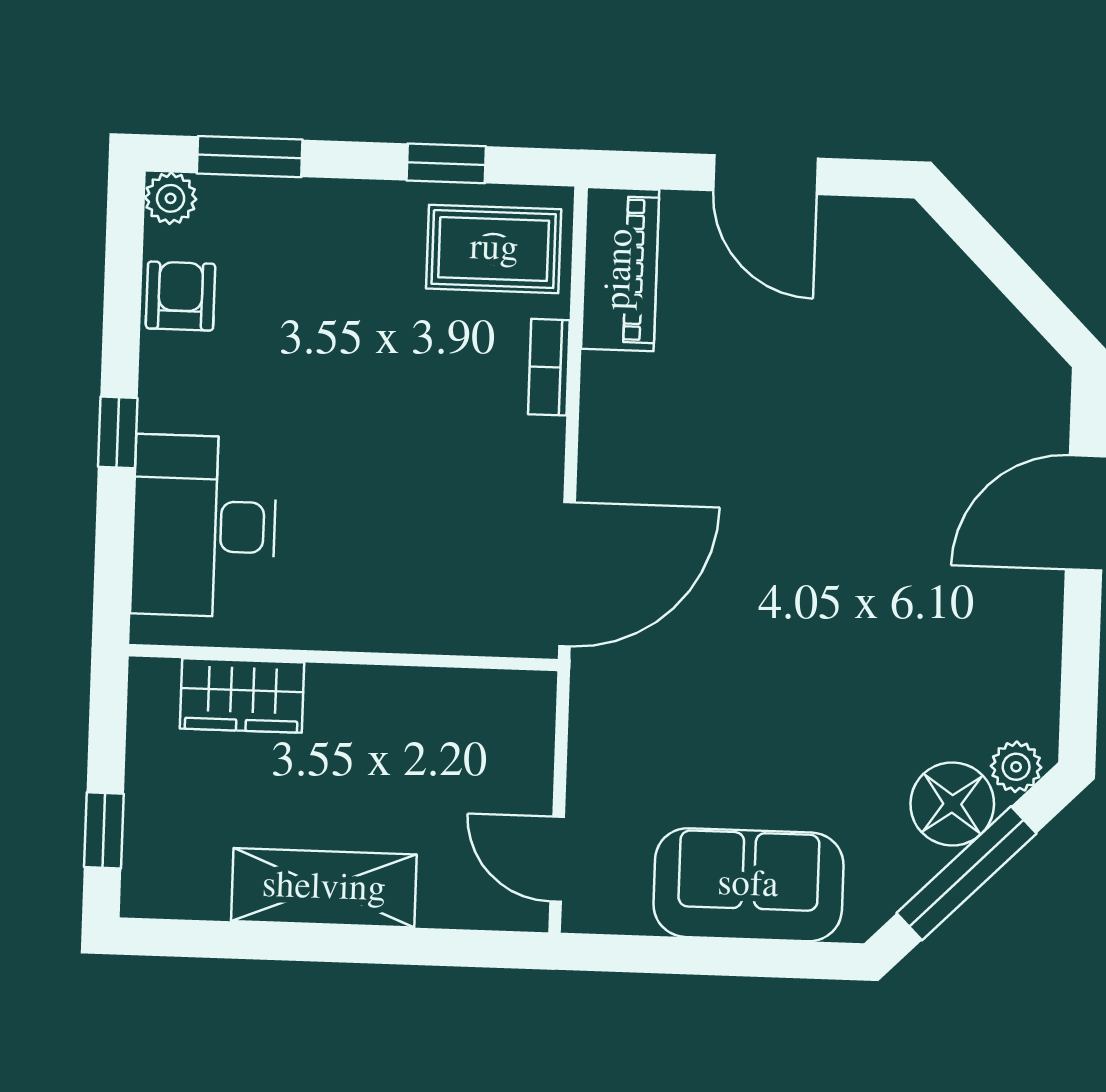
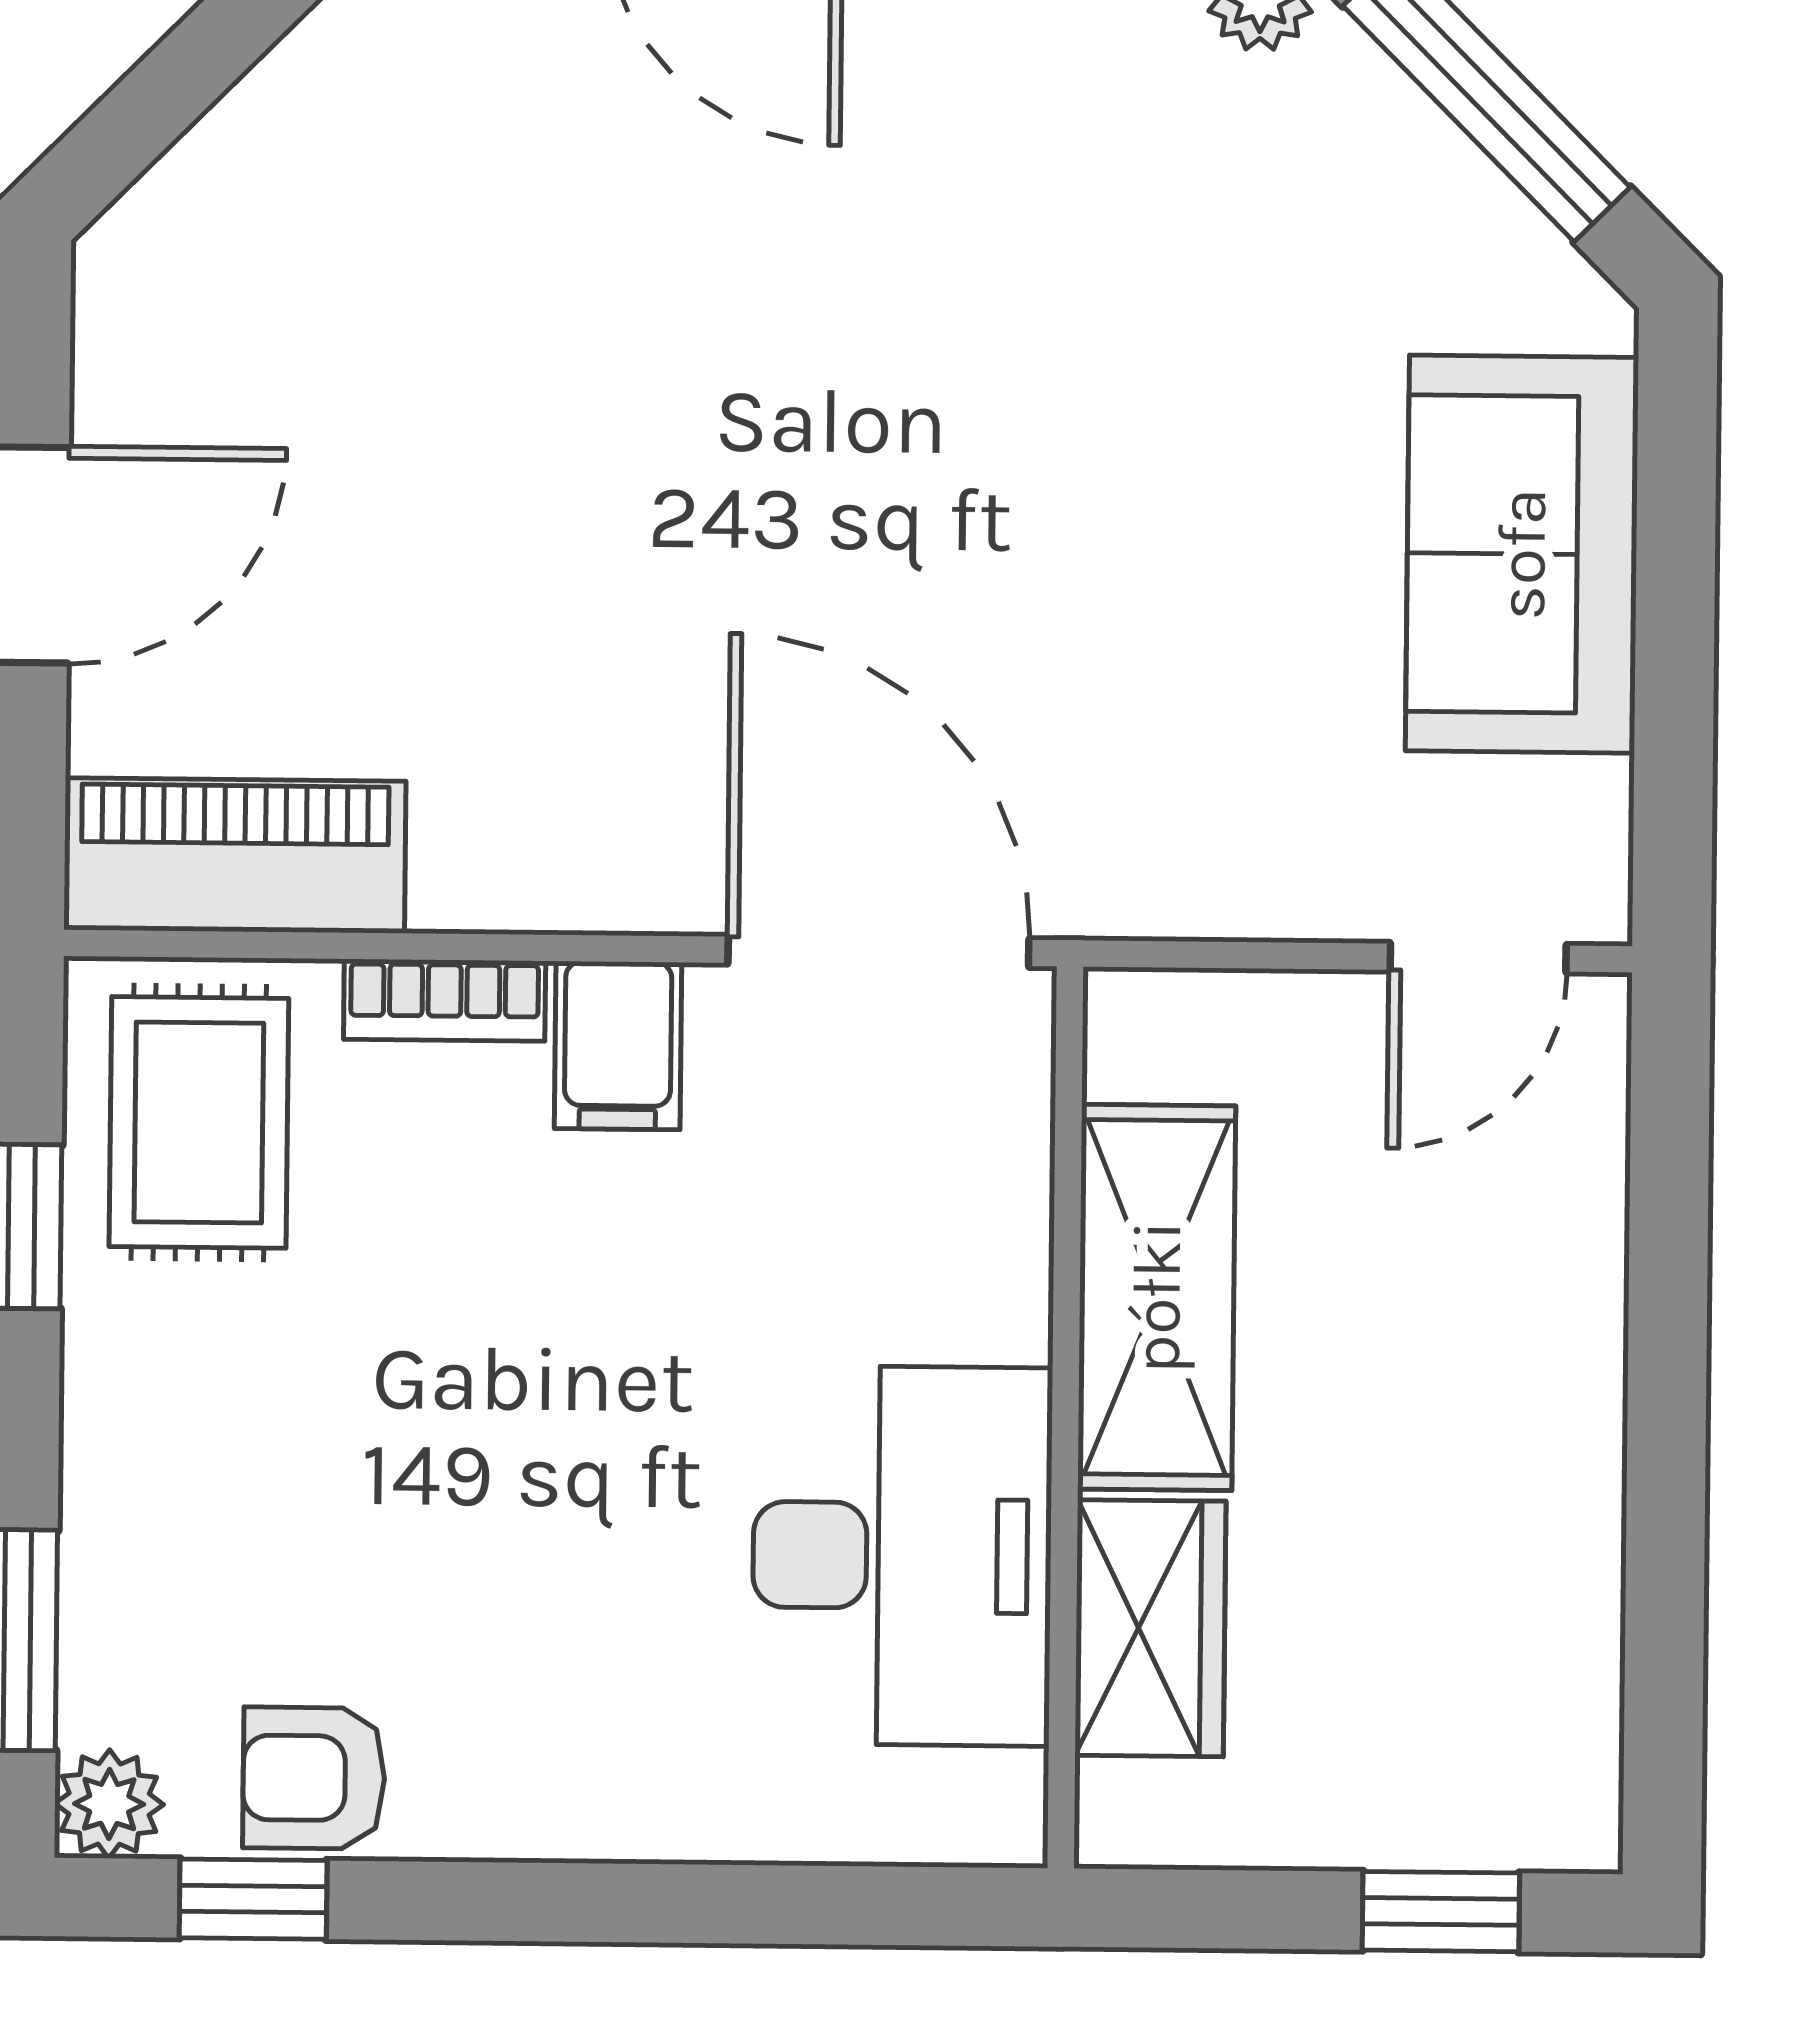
window: (118, 432) -> (253, 1899), moved
filing cabinet: (525, 449) -> (618, 1046), added
desk: (204, 526) -> (902, 1556), moved, turned -90
floor lamp: (952, 804) -> (1342, 130), removed
shelving: (324, 888) -> (1157, 1297), moved

